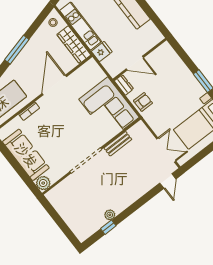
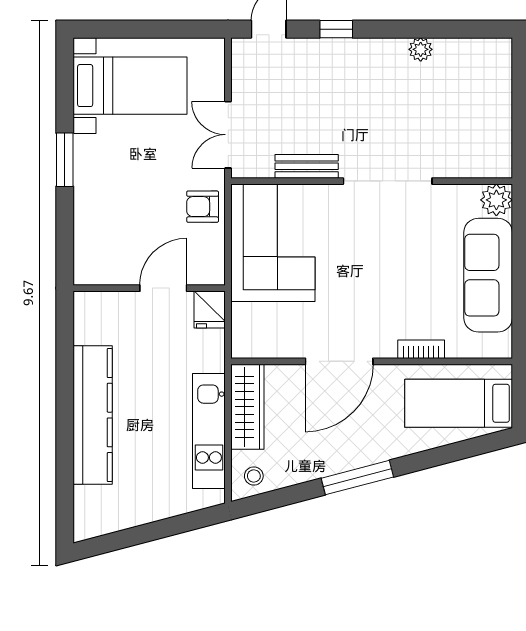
fridge: (102, 51) -> (210, 310), moved, turned -90
door: (135, 63) -> (163, 288), hinge flipped
dresser: (124, 85) -> (213, 264), removed
double door: (166, 150) -> (228, 135), moved
window: (108, 227) -> (336, 29), moved

